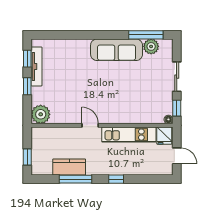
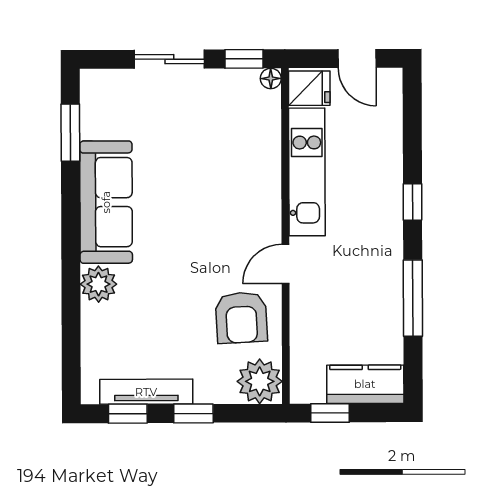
window: (146, 35) -> (70, 133), width x0.69
plant: (151, 46) -> (99, 284), moved
armchair: (68, 107) -> (241, 318), added
door: (177, 156) -> (357, 59), swing flipped
window: (27, 157) -> (330, 413), moved
kitchen counter: (69, 167) -> (365, 384), moved, turned 90

